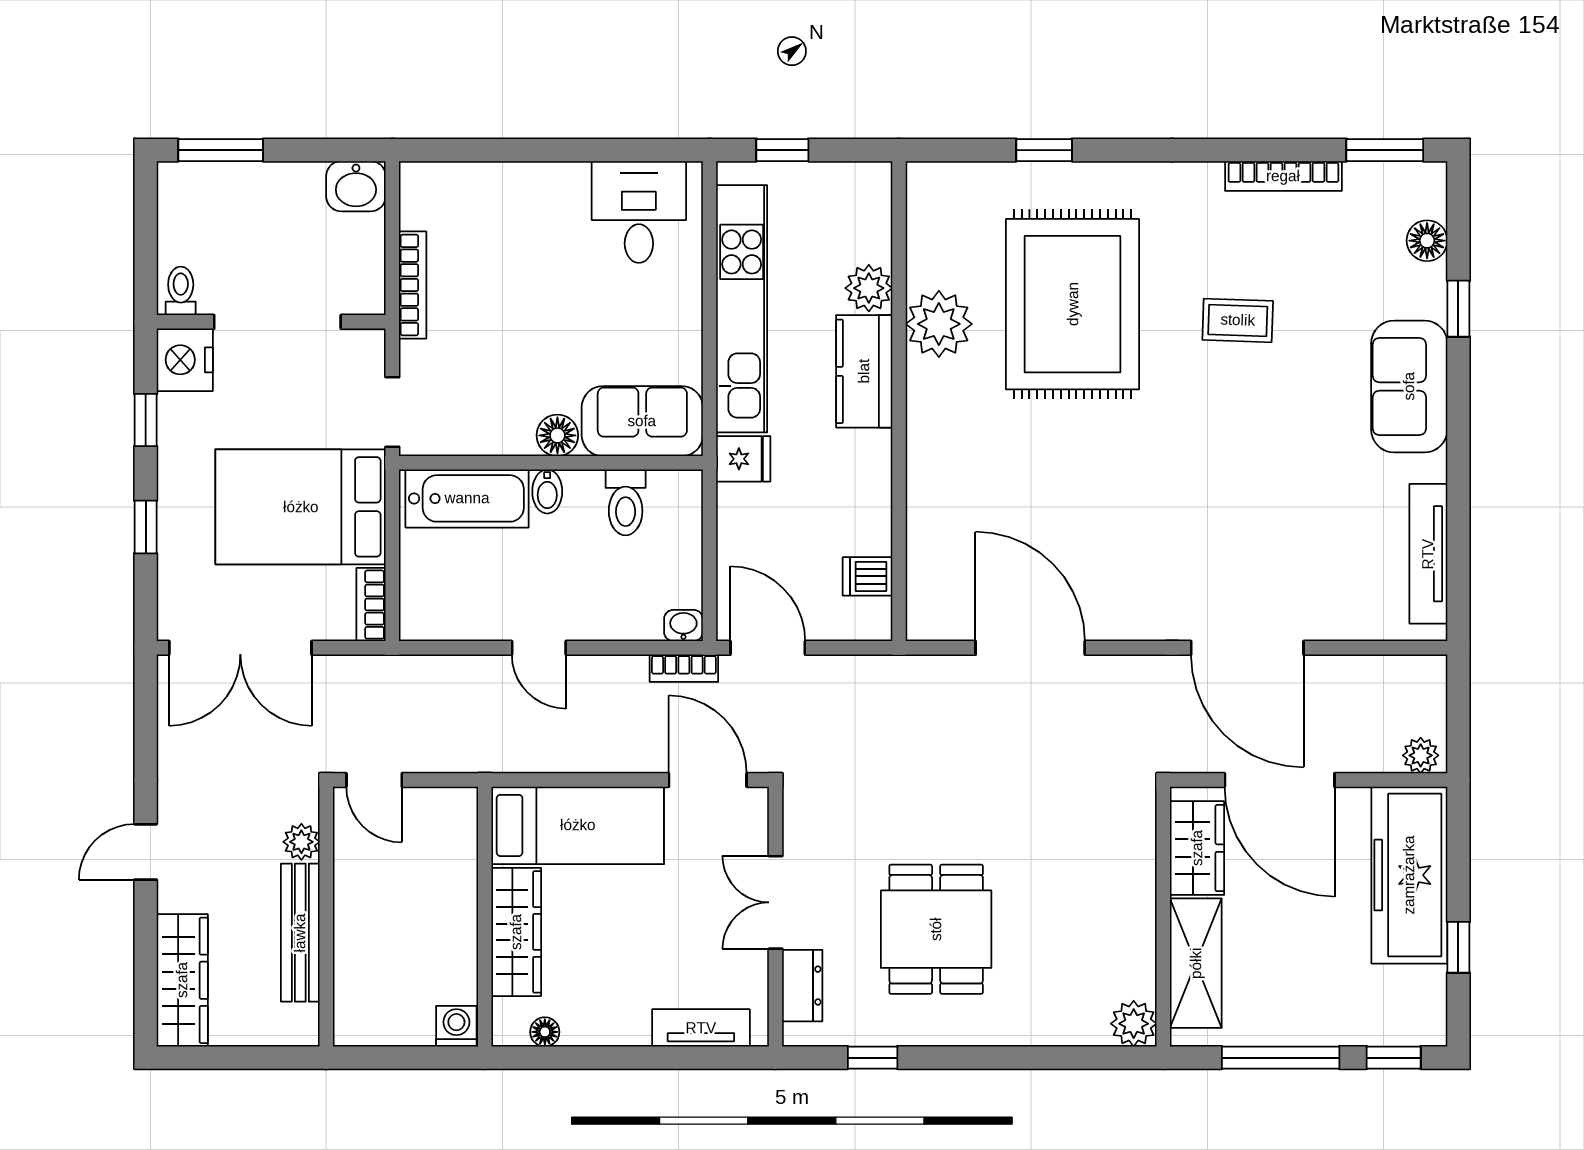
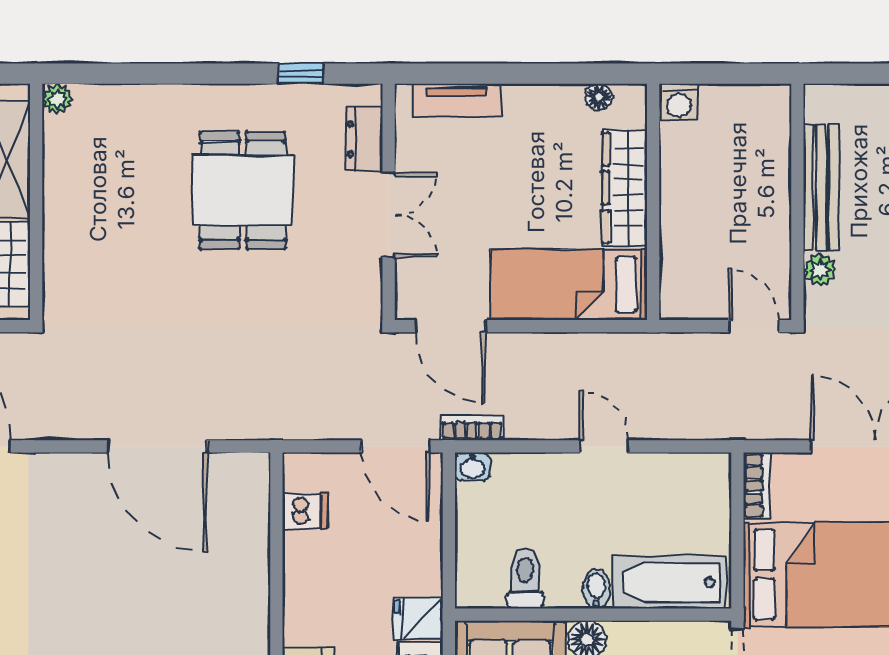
plant: (1134, 1024) -> (57, 99), width x0.73, depth x0.73

